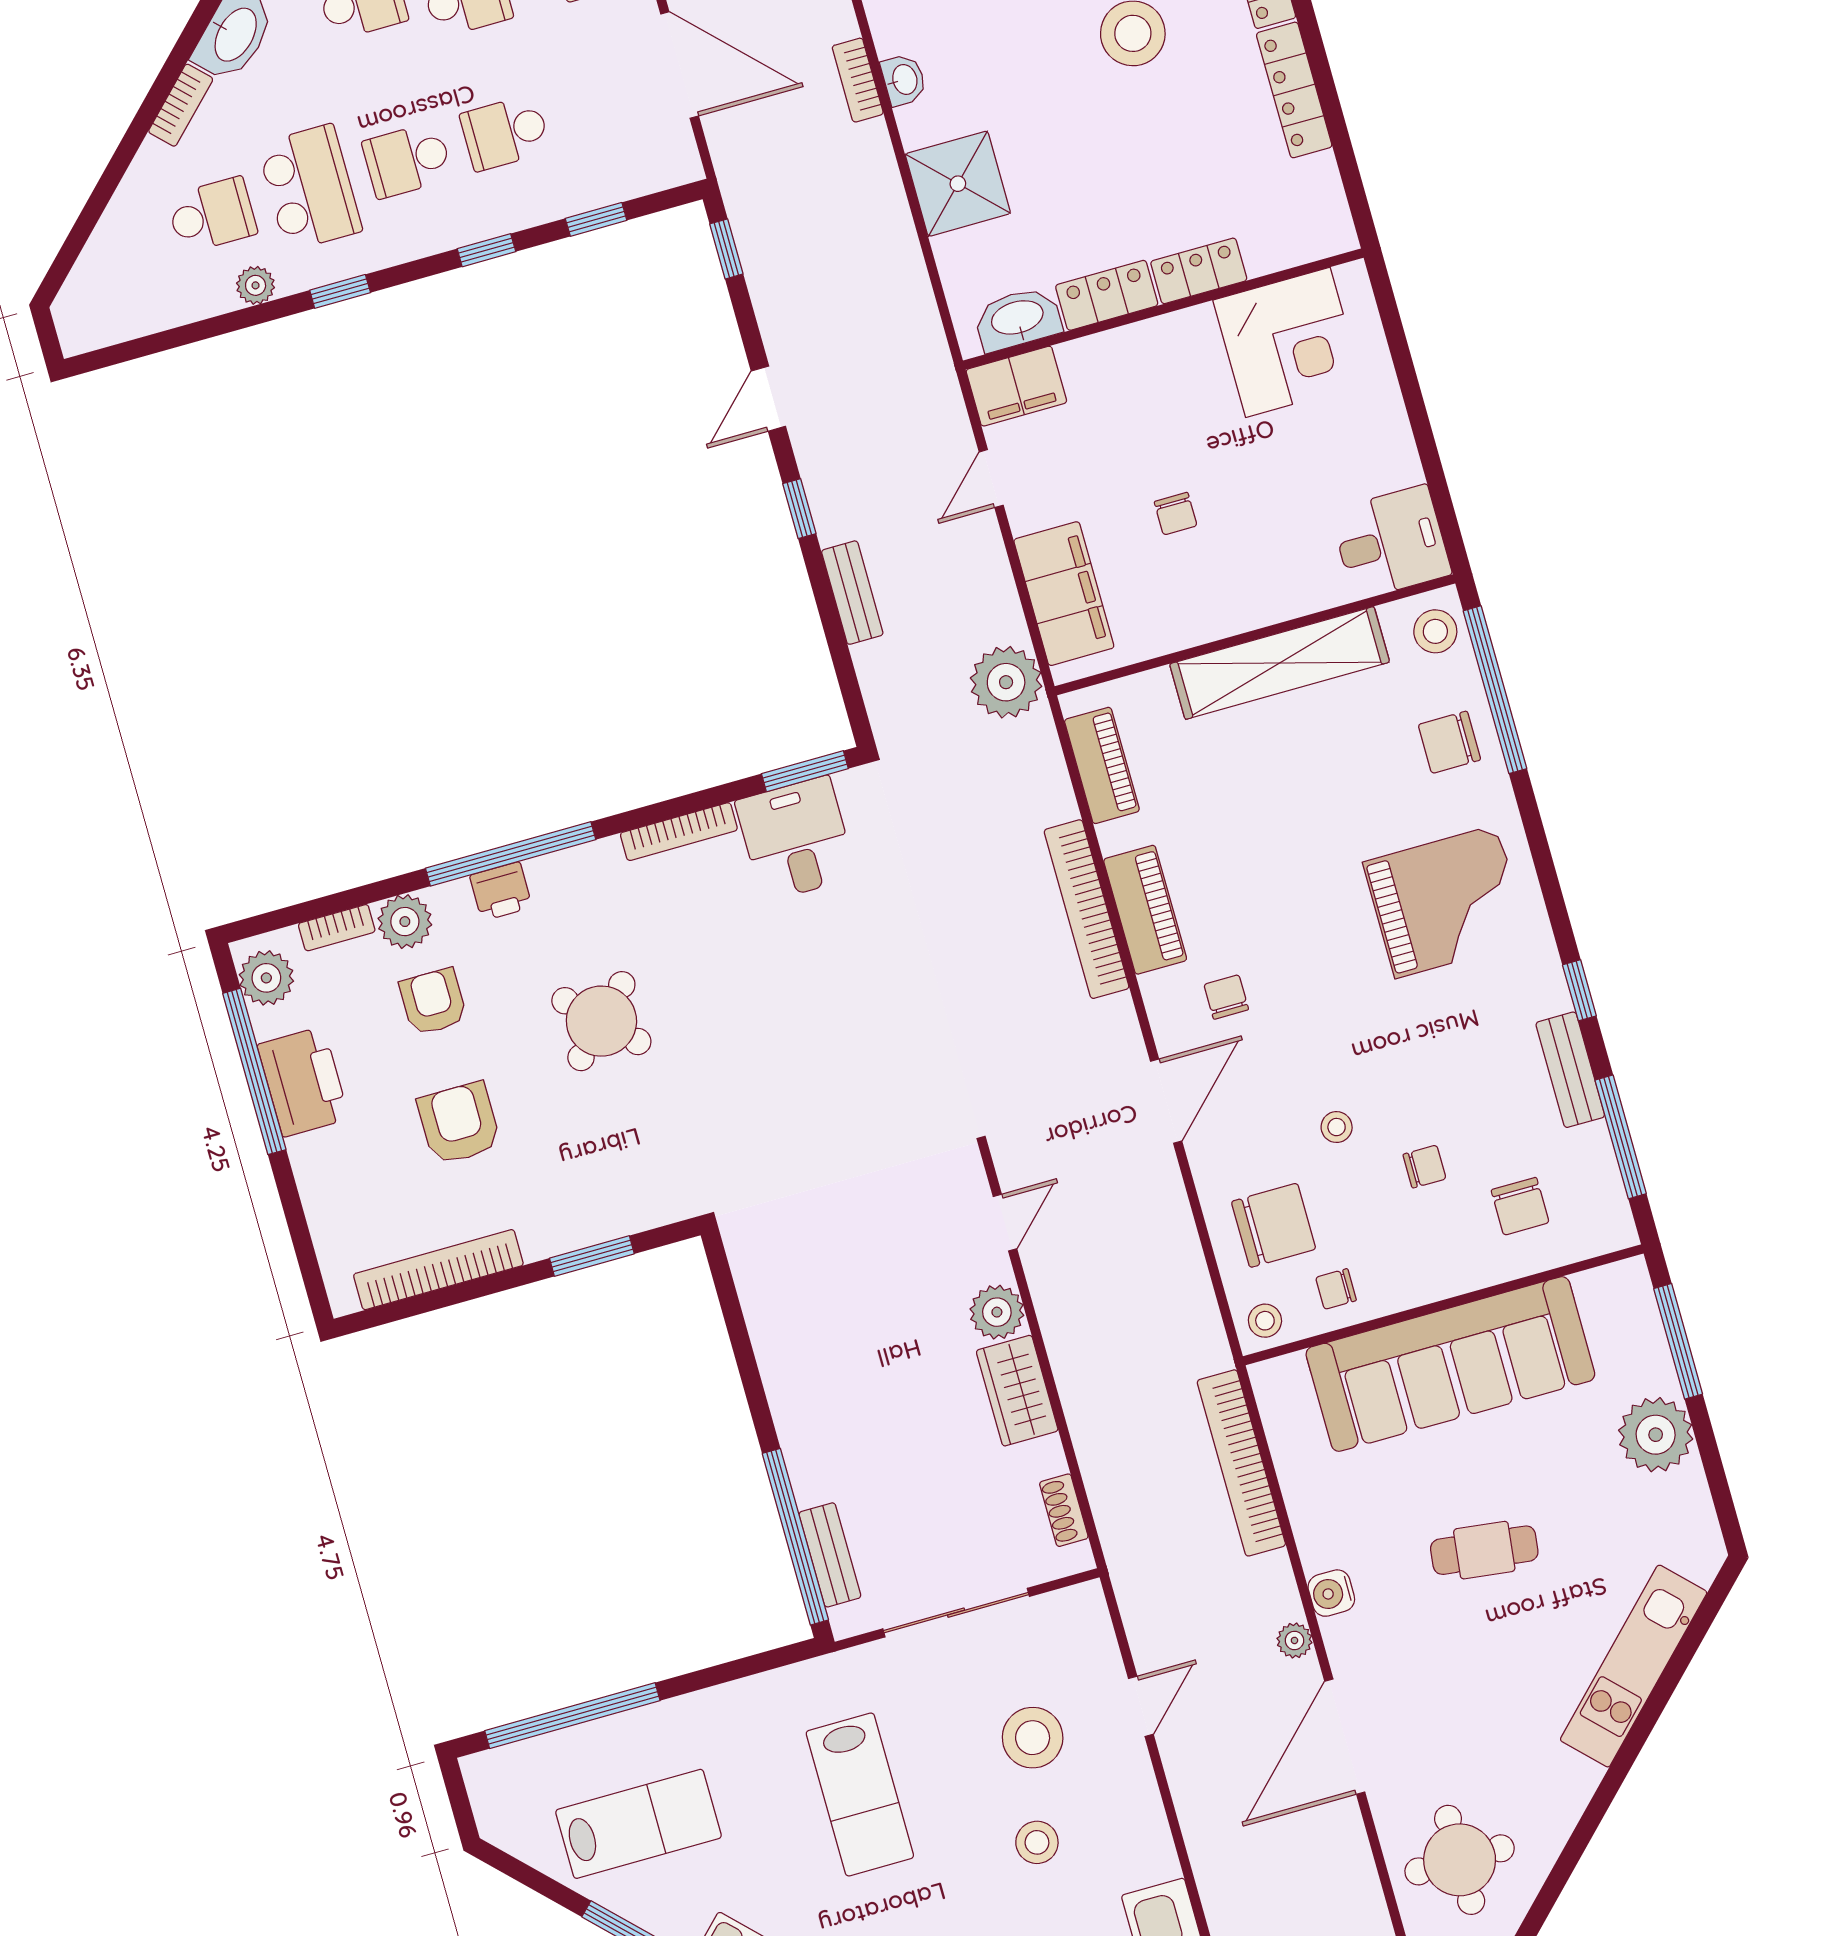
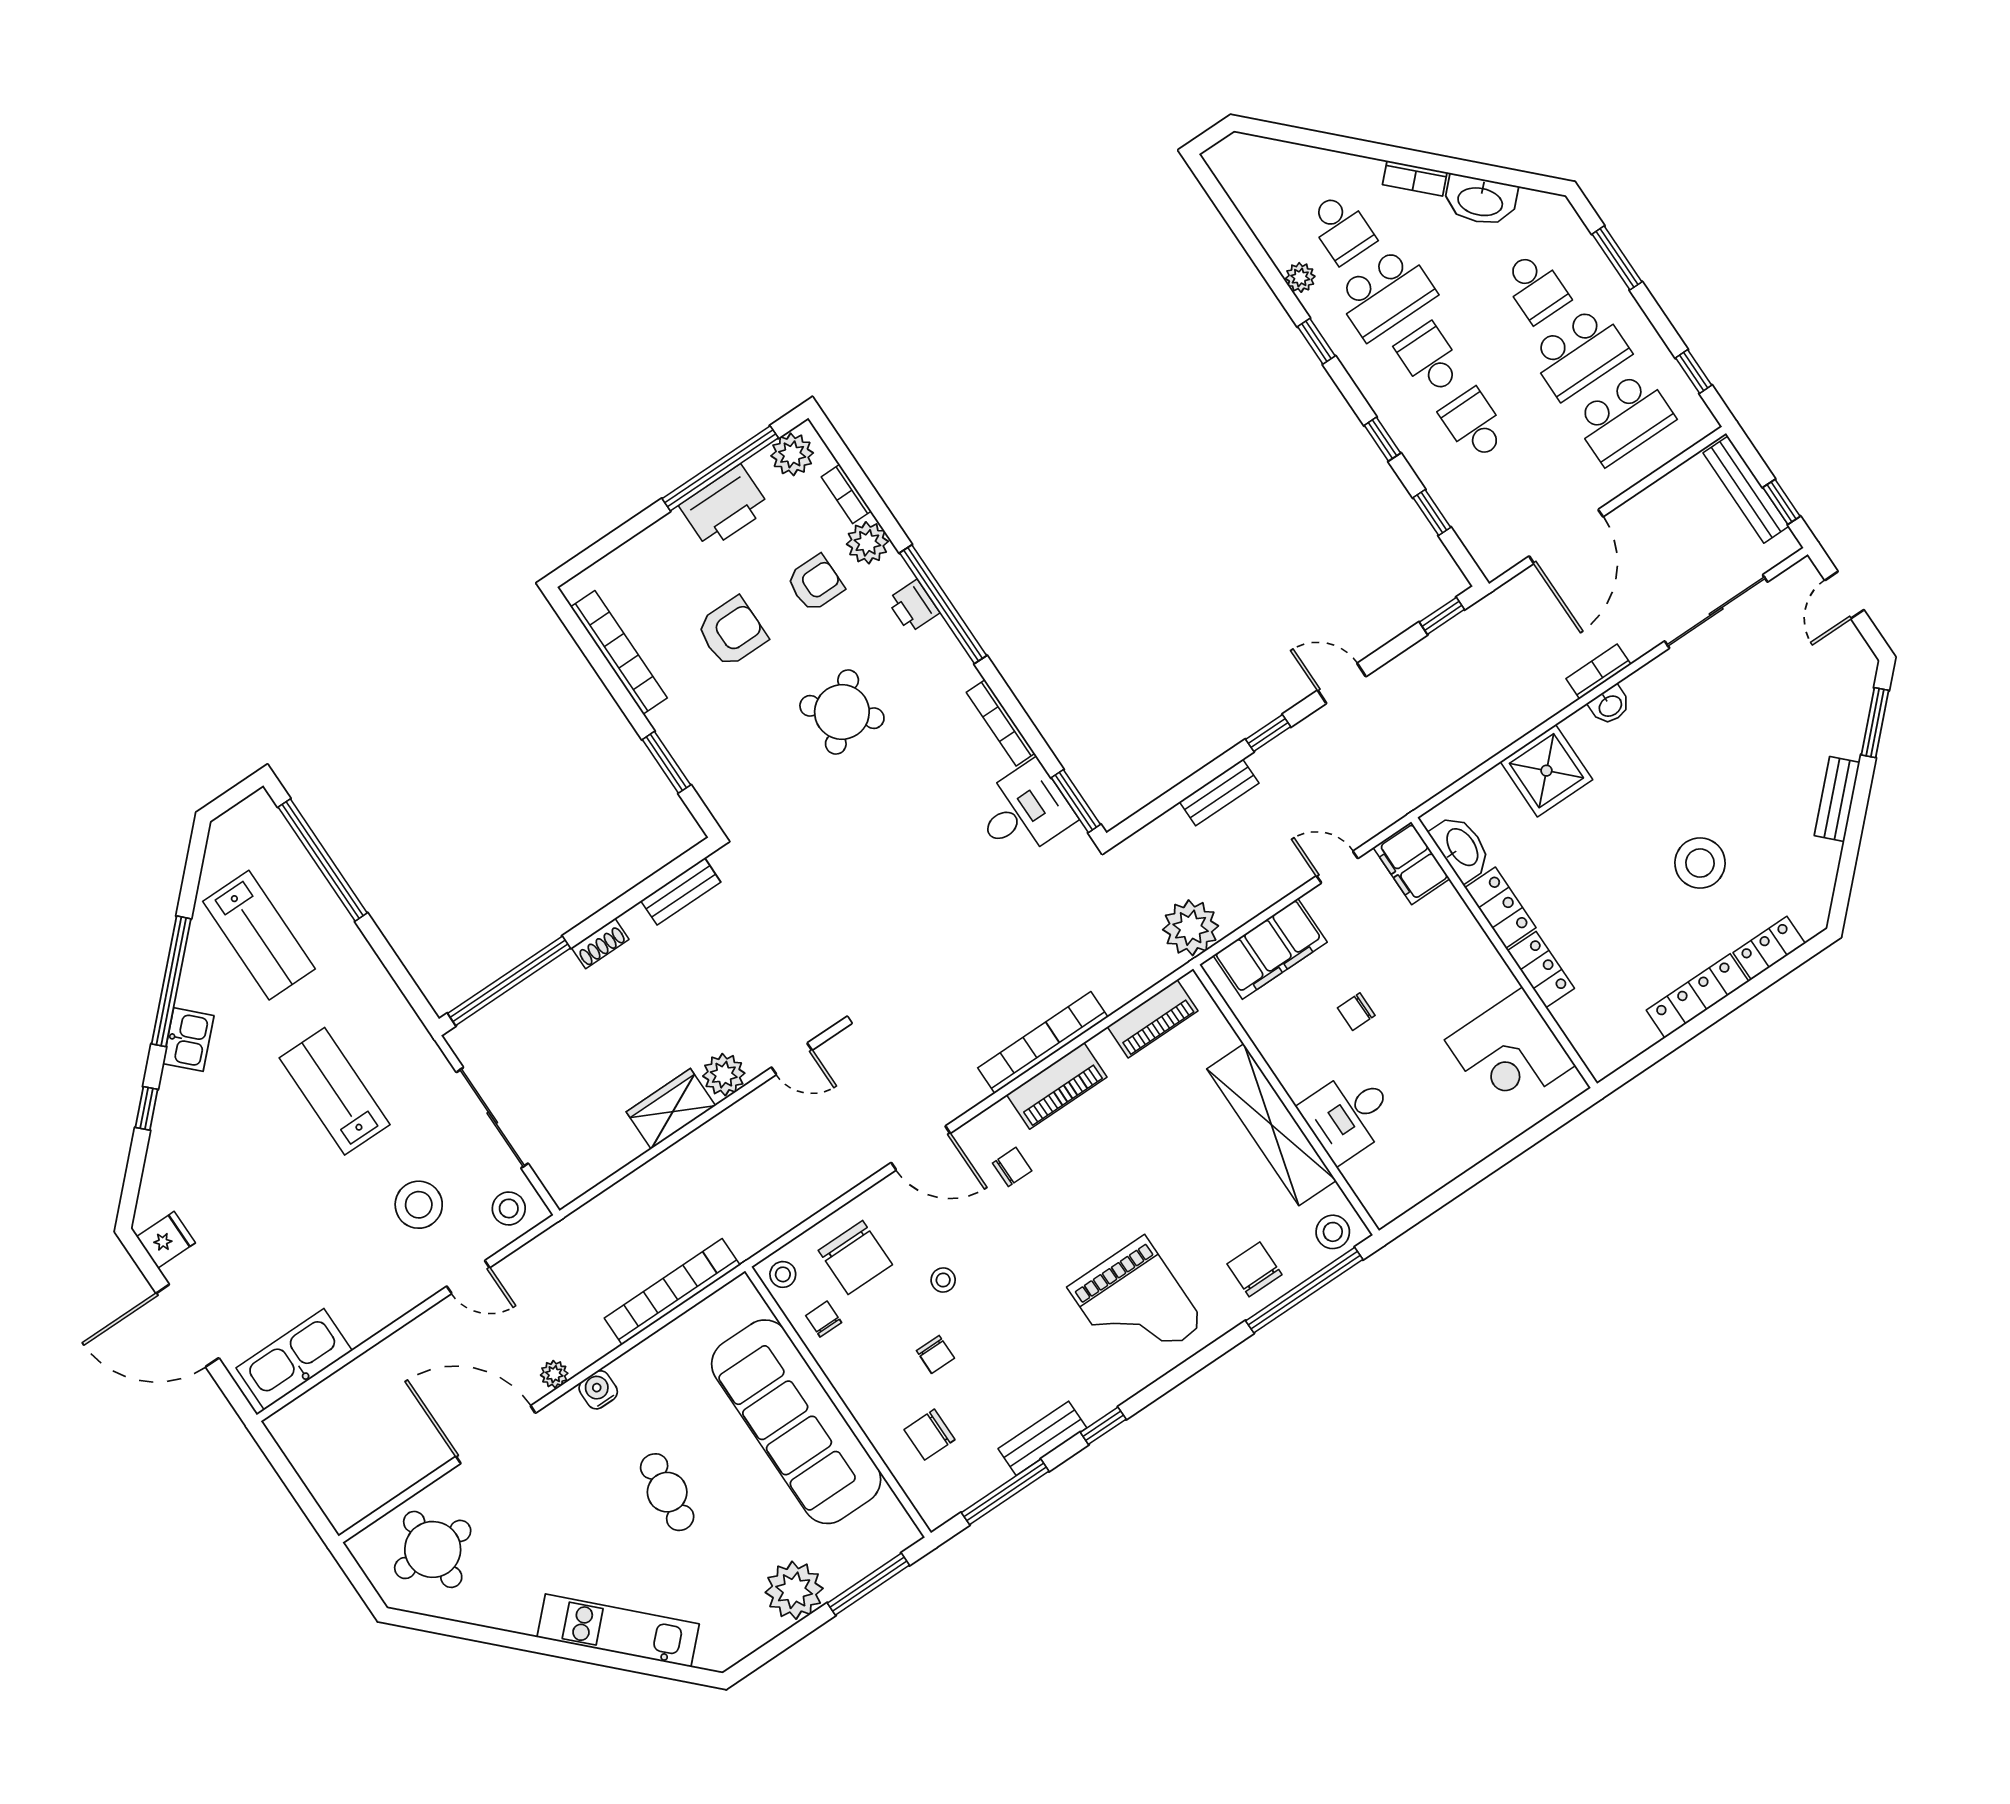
desk: (1391, 543) -> (1349, 1115), moved, turned 90
shoe rack: (1064, 1510) -> (600, 943), moved, turned 180
bench: (830, 1555) -> (681, 891), moved
lab bench: (860, 1794) -> (335, 1091), turned 90
stool: (1037, 1842) -> (509, 1208), moved

